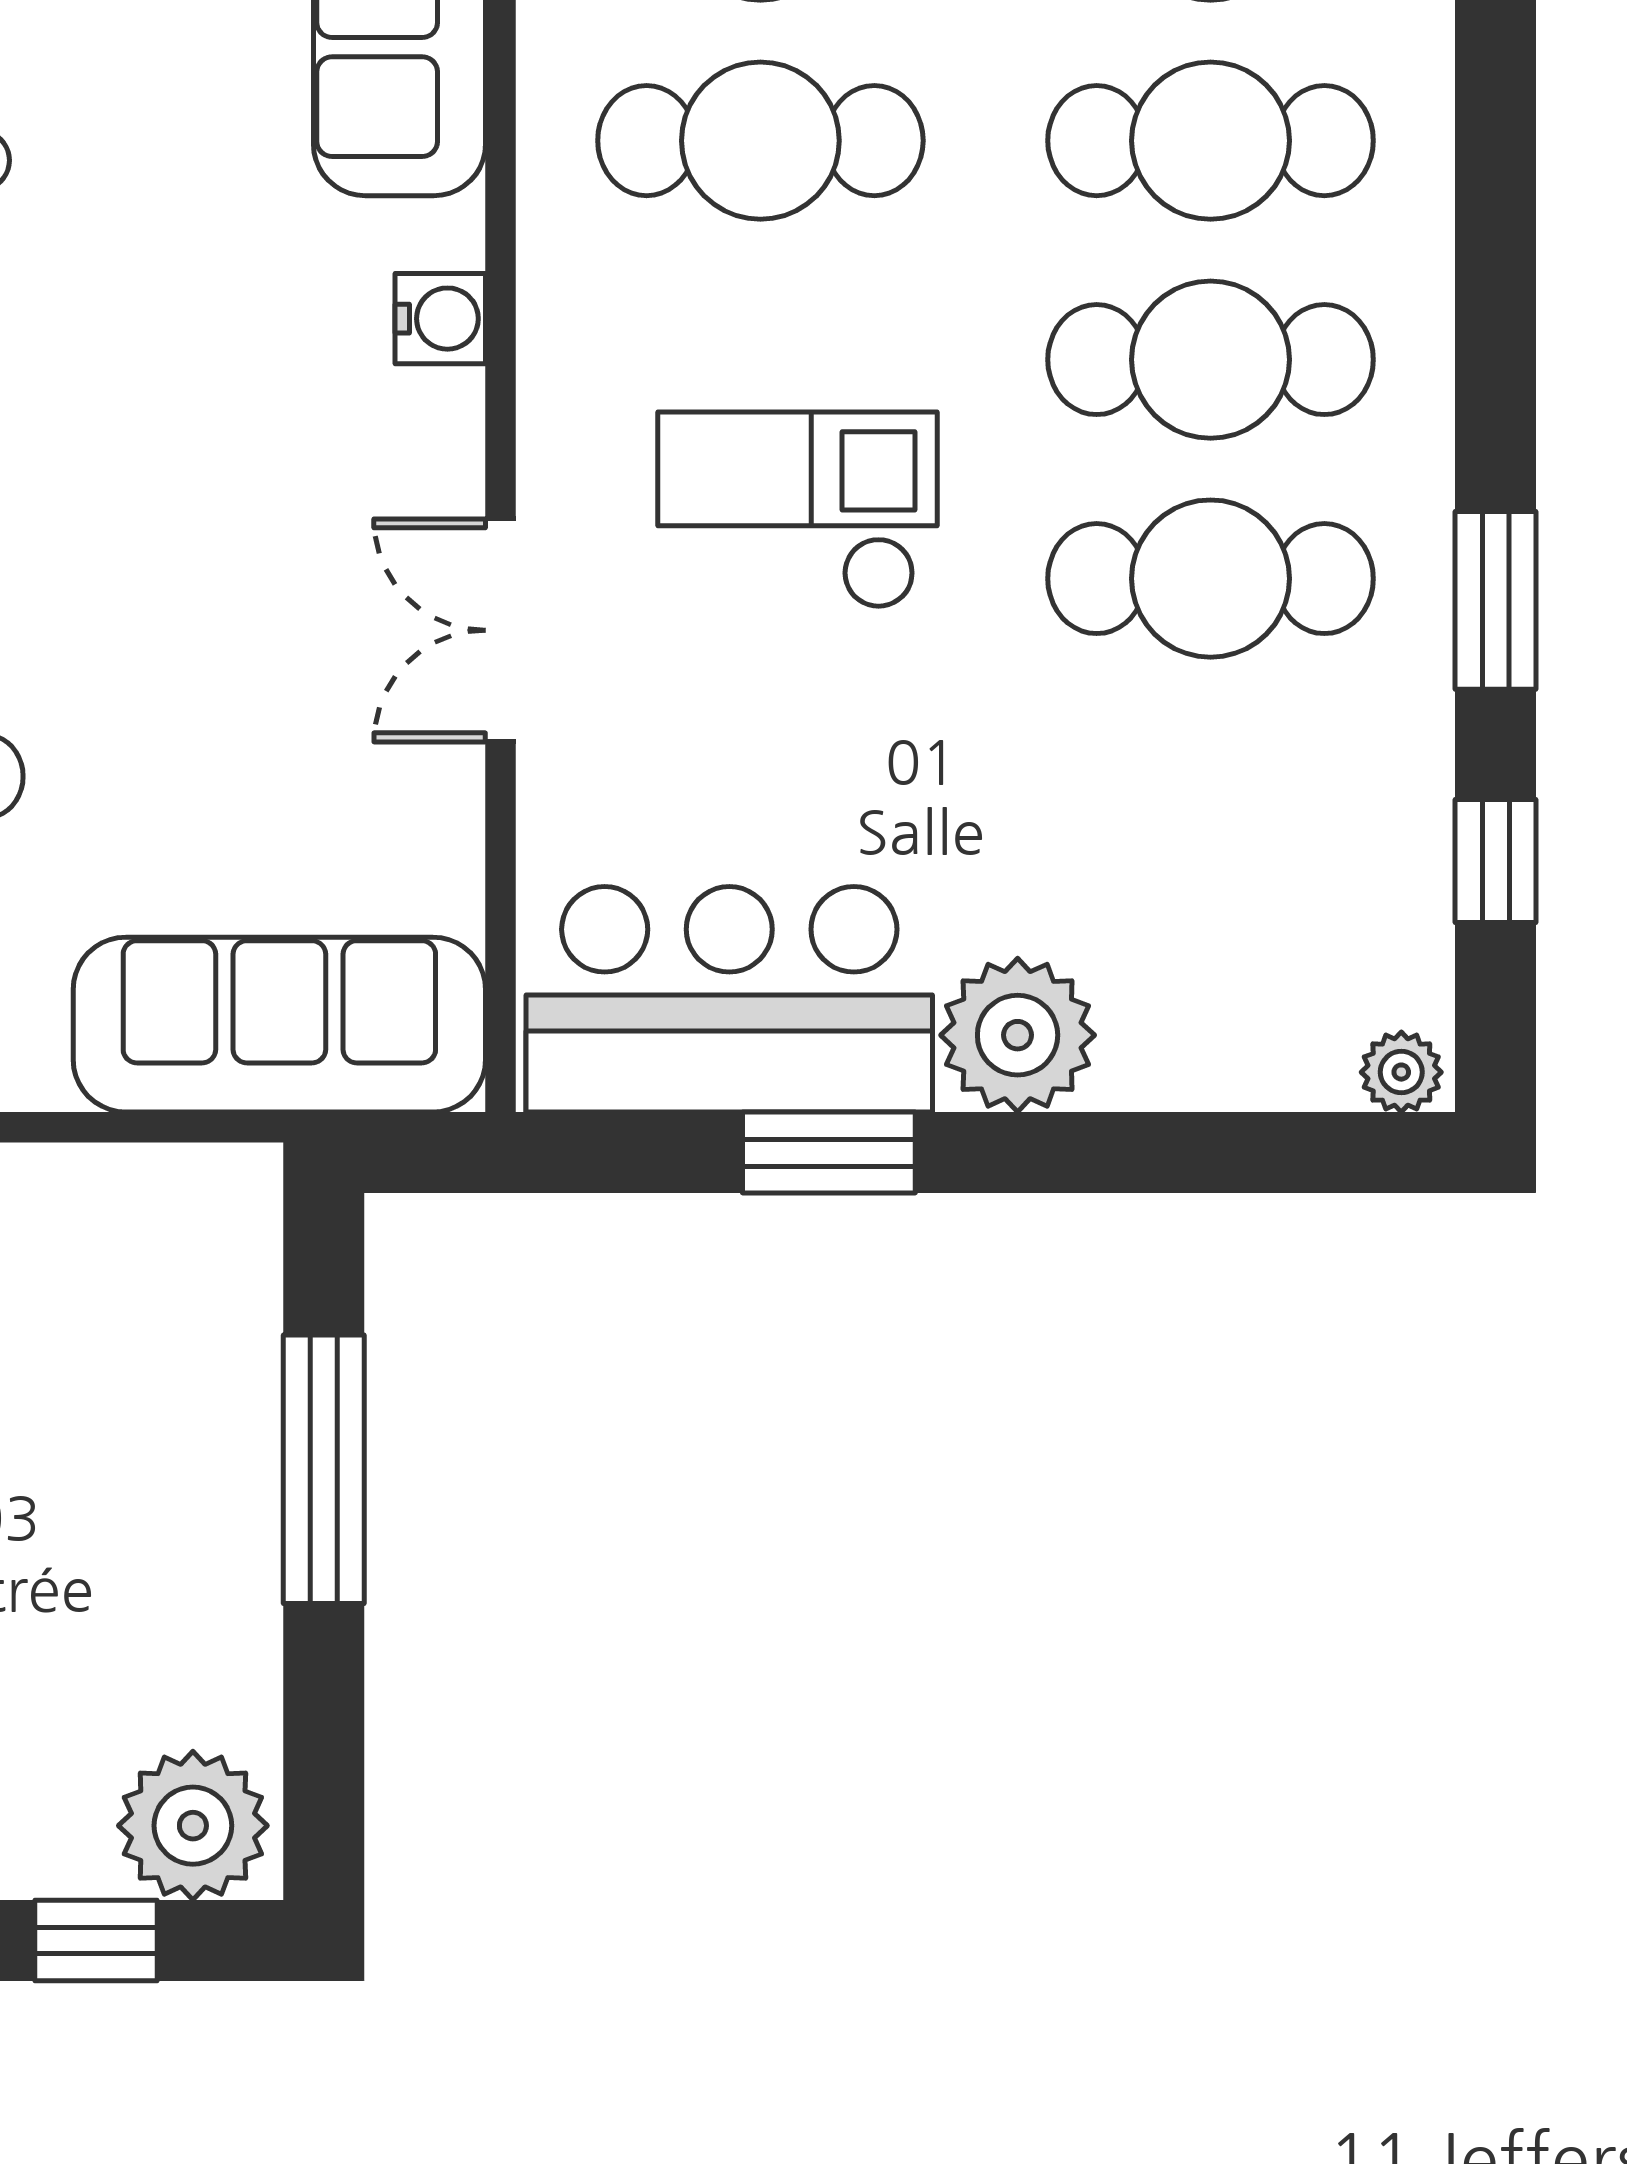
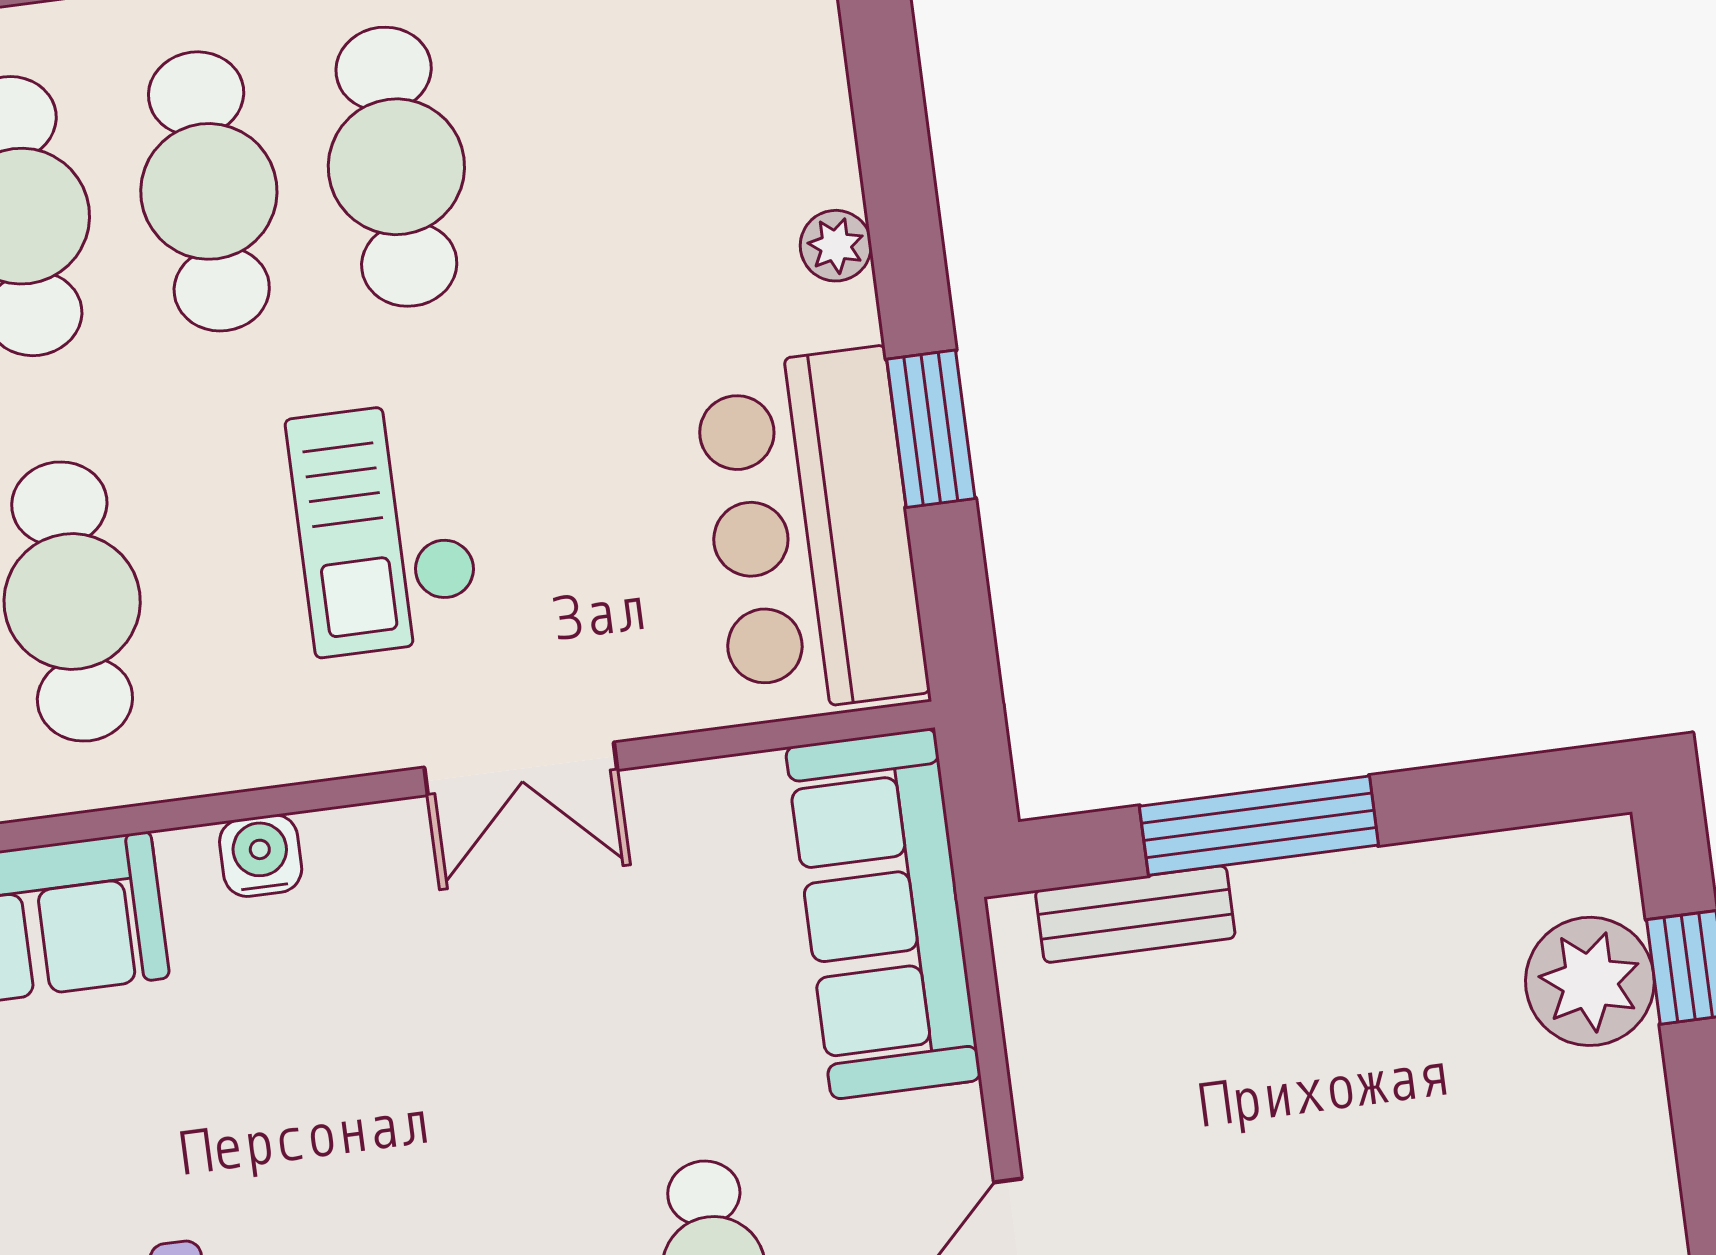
plant: (1018, 1035) -> (836, 246), width x0.53, depth x0.53
bench: (241, 1314) -> (1135, 914), added
plant: (193, 1826) -> (1590, 981), moved

